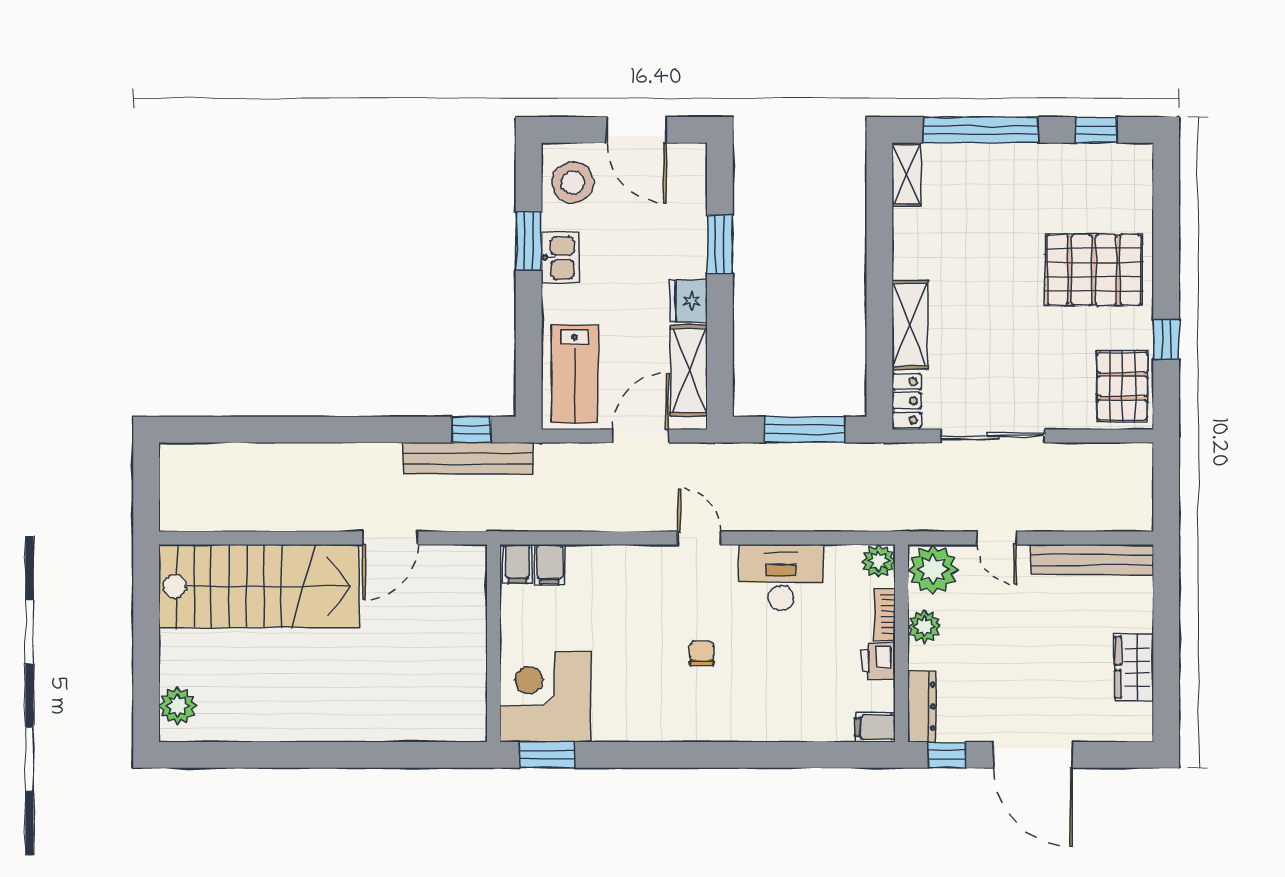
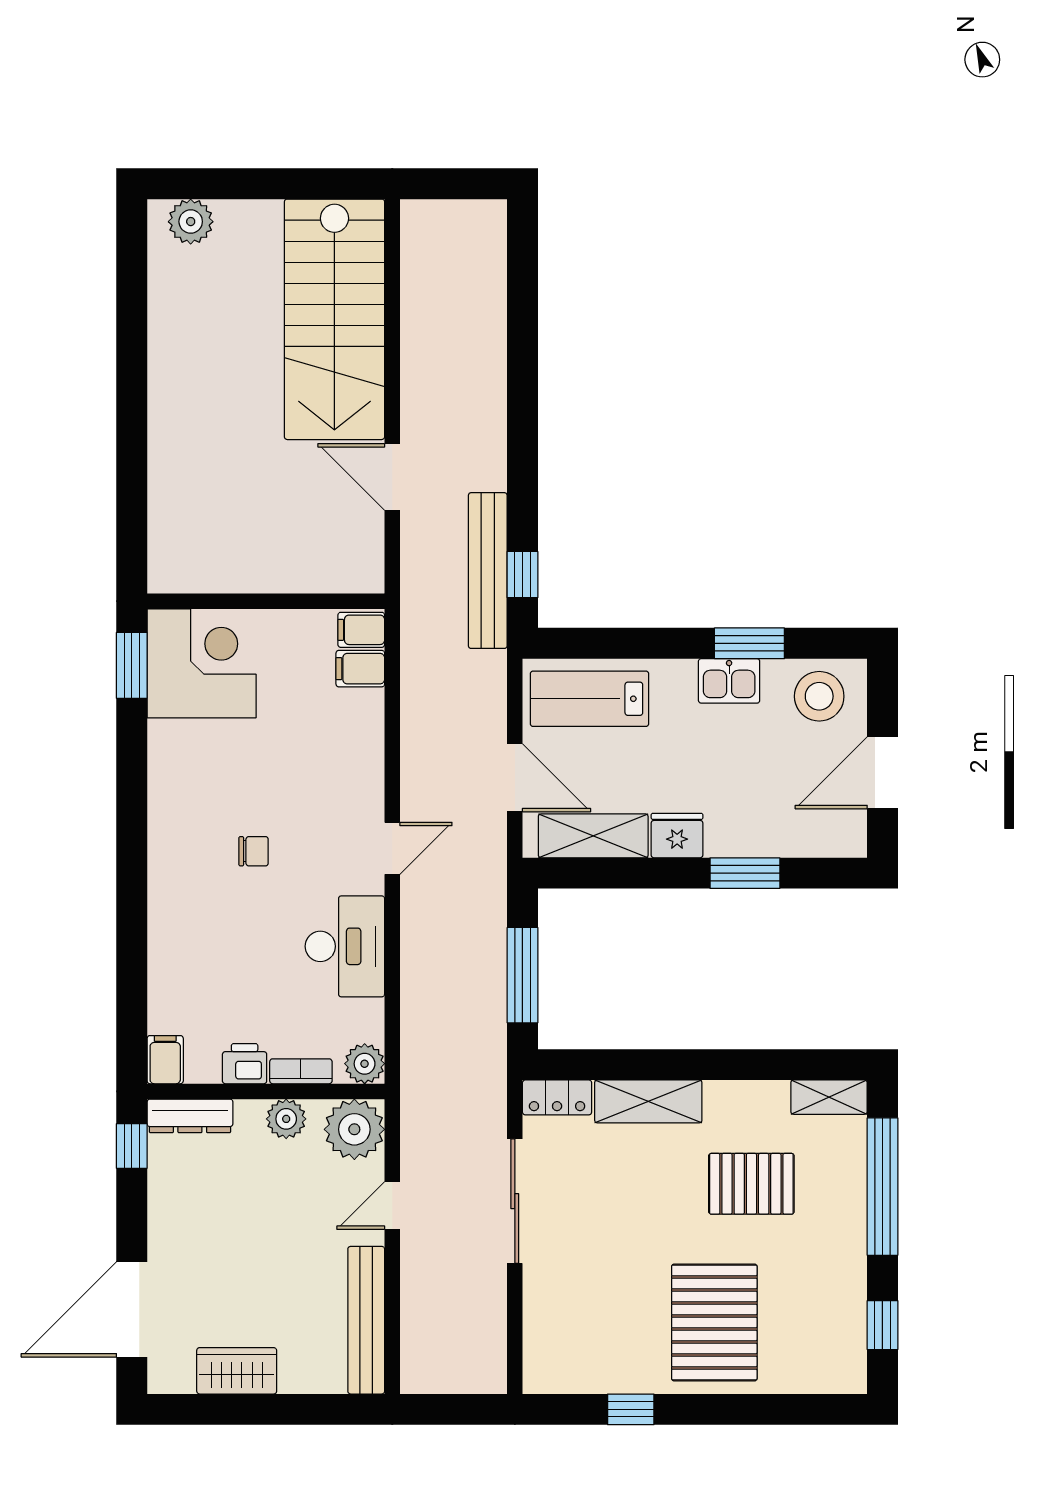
pallet: (1122, 386) -> (751, 1184), moved
door: (1033, 755) -> (132, 1309), moved

